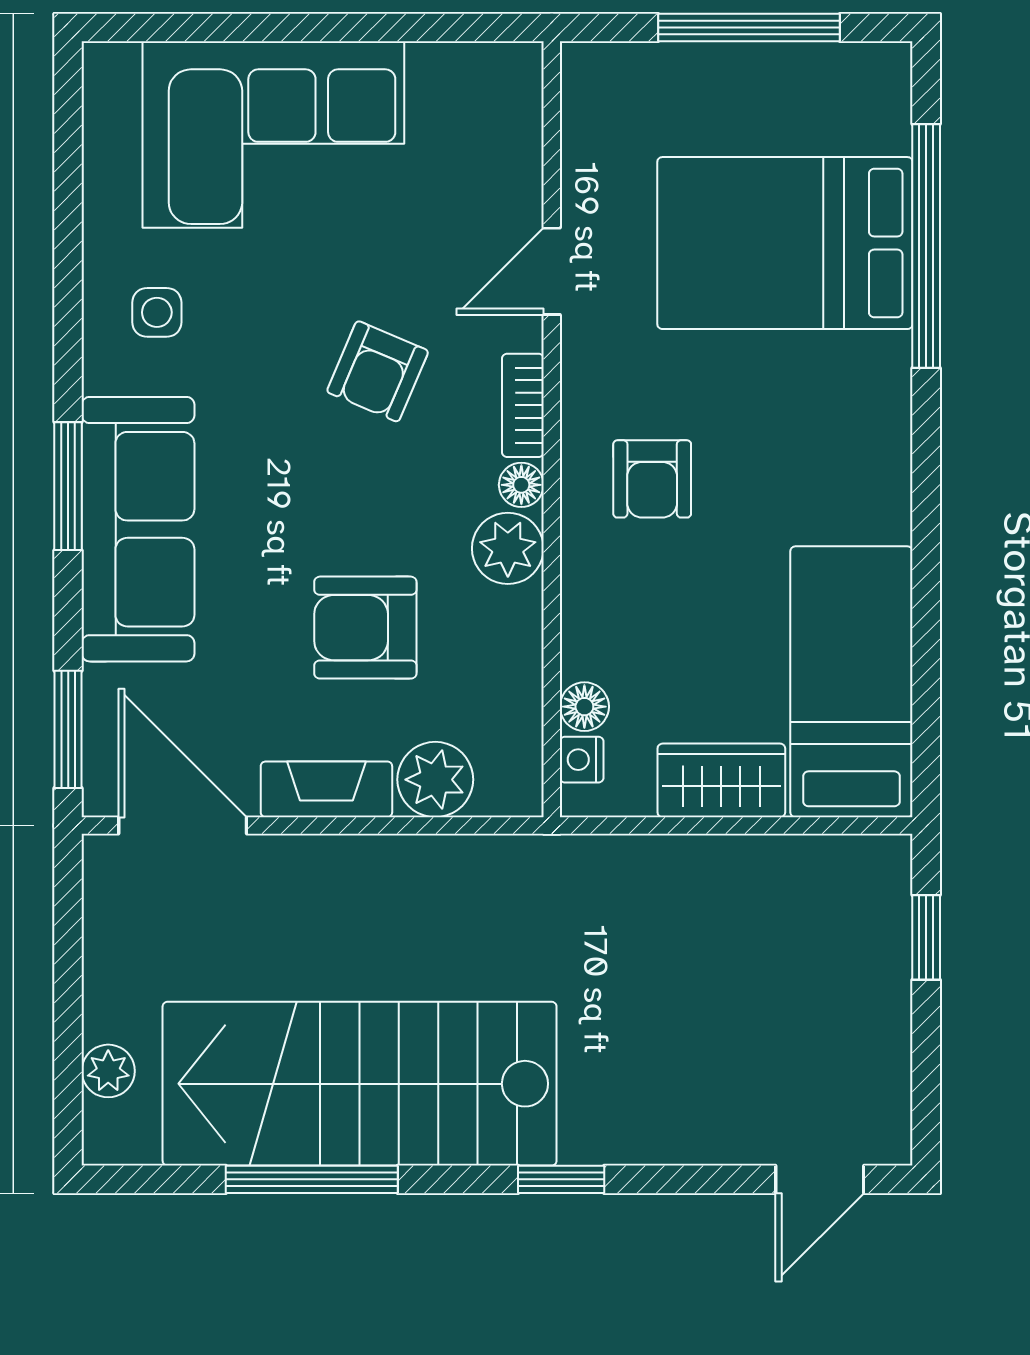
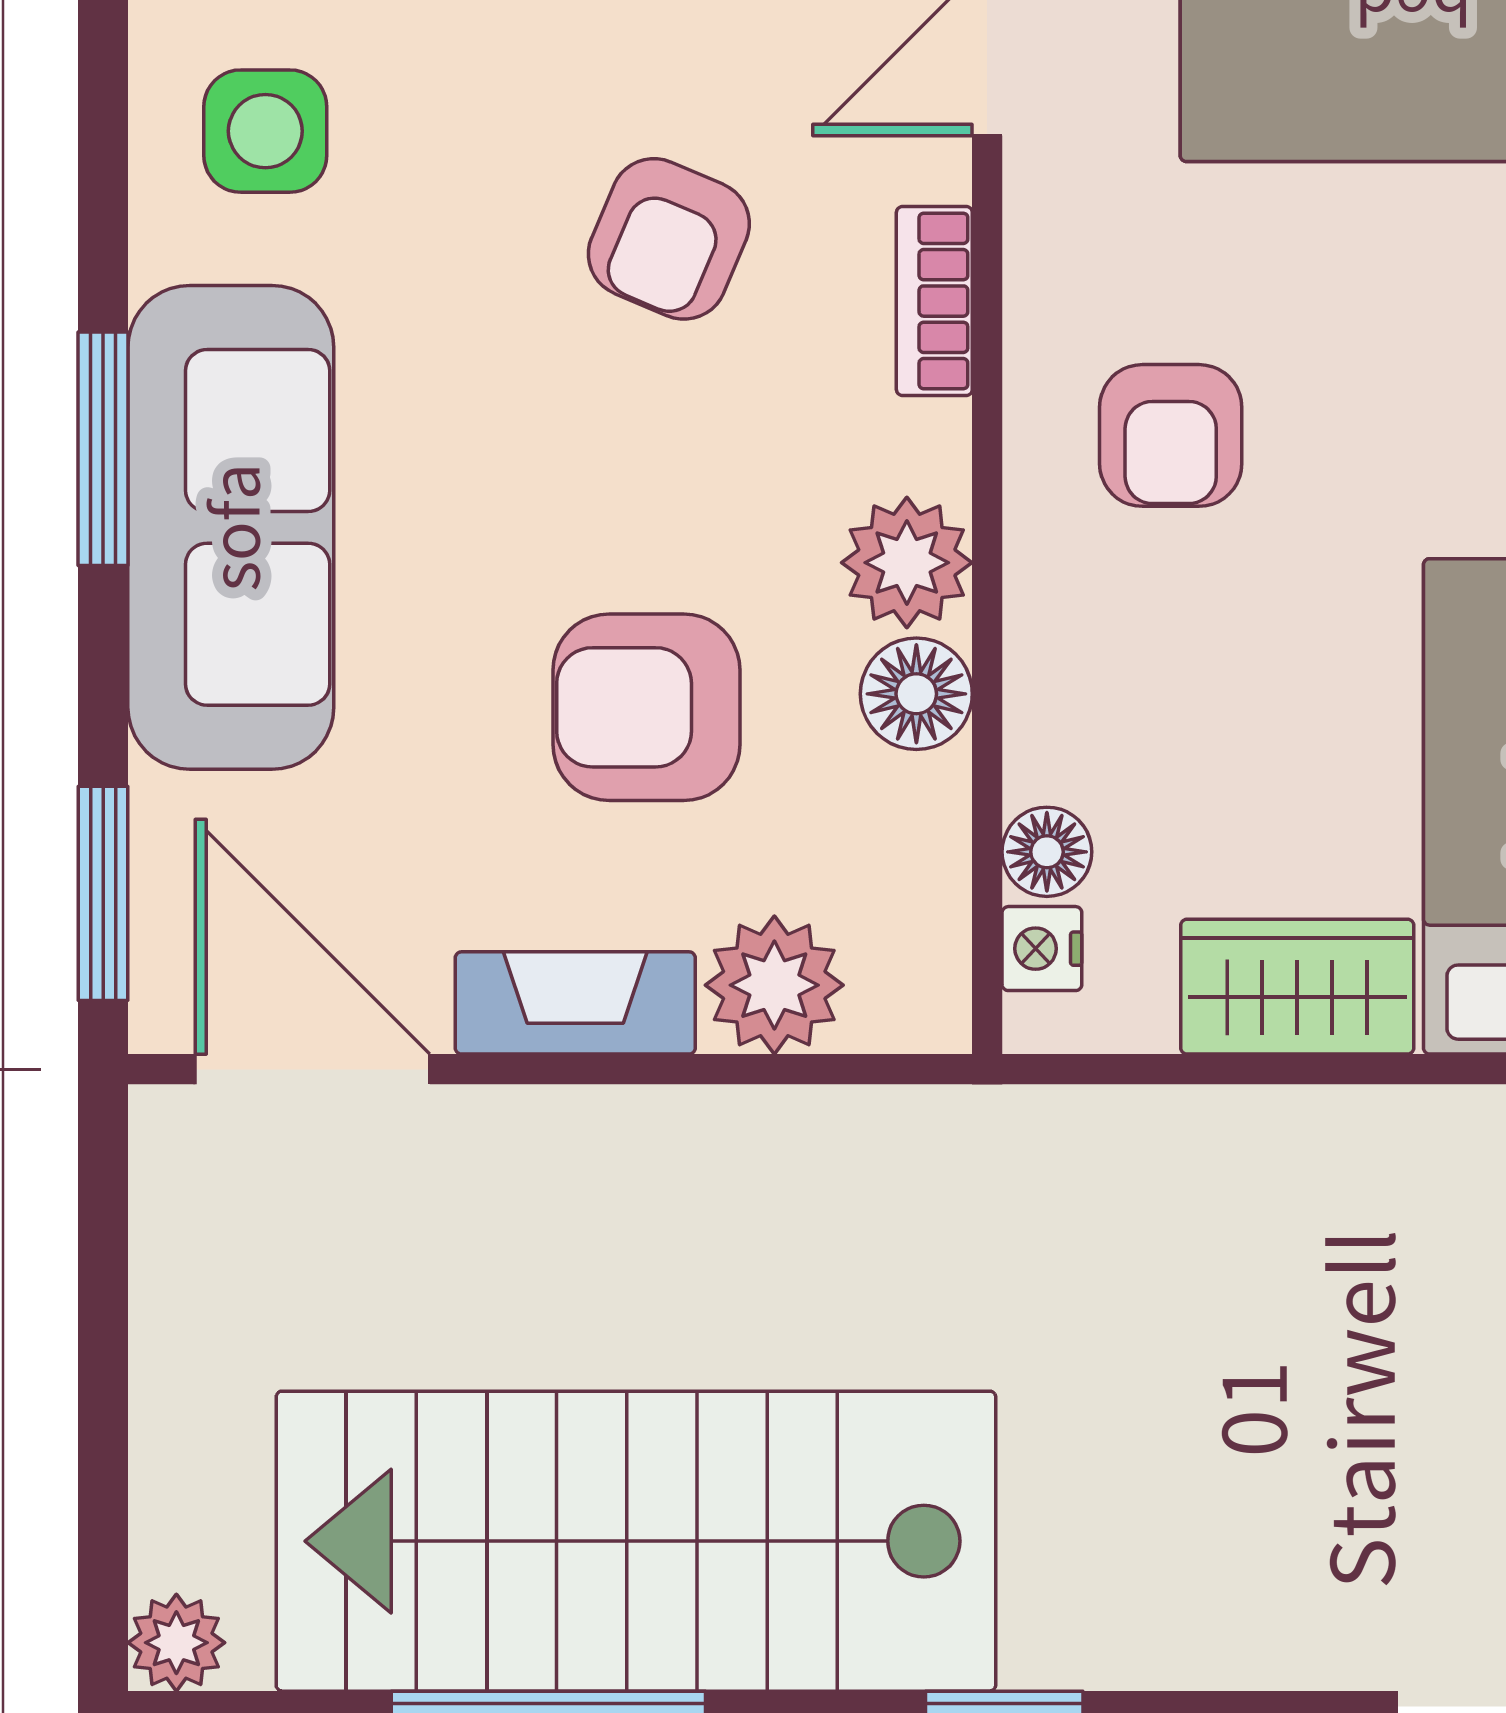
side table: (157, 312) -> (265, 131), width x1.37, depth x1.37
floor lamp: (521, 485) -> (916, 694), moved, width x1.37, depth x1.37
plant: (108, 1071) -> (176, 1643), moved

